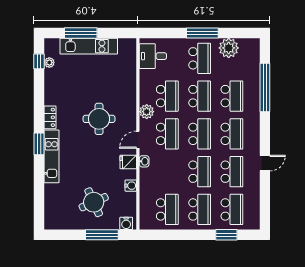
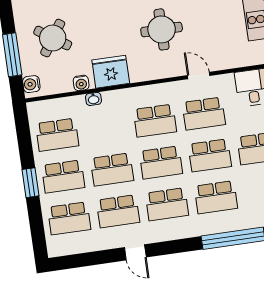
plant: (147, 112) -> (180, 90), removed
door: (138, 140) -> (199, 76), moved
washbasin: (144, 161) -> (93, 99), moved
fridge: (128, 162) -> (111, 72), width x1.88, depth x1.34
round table: (94, 202) -> (53, 38), turned -32
window: (226, 235) -> (31, 183), moved

